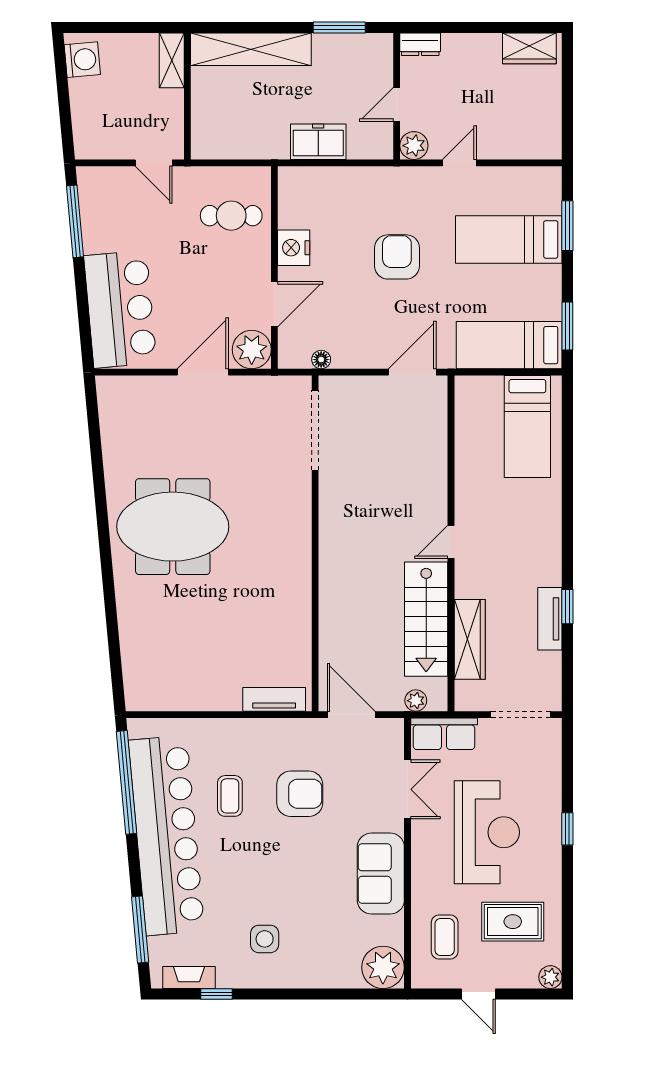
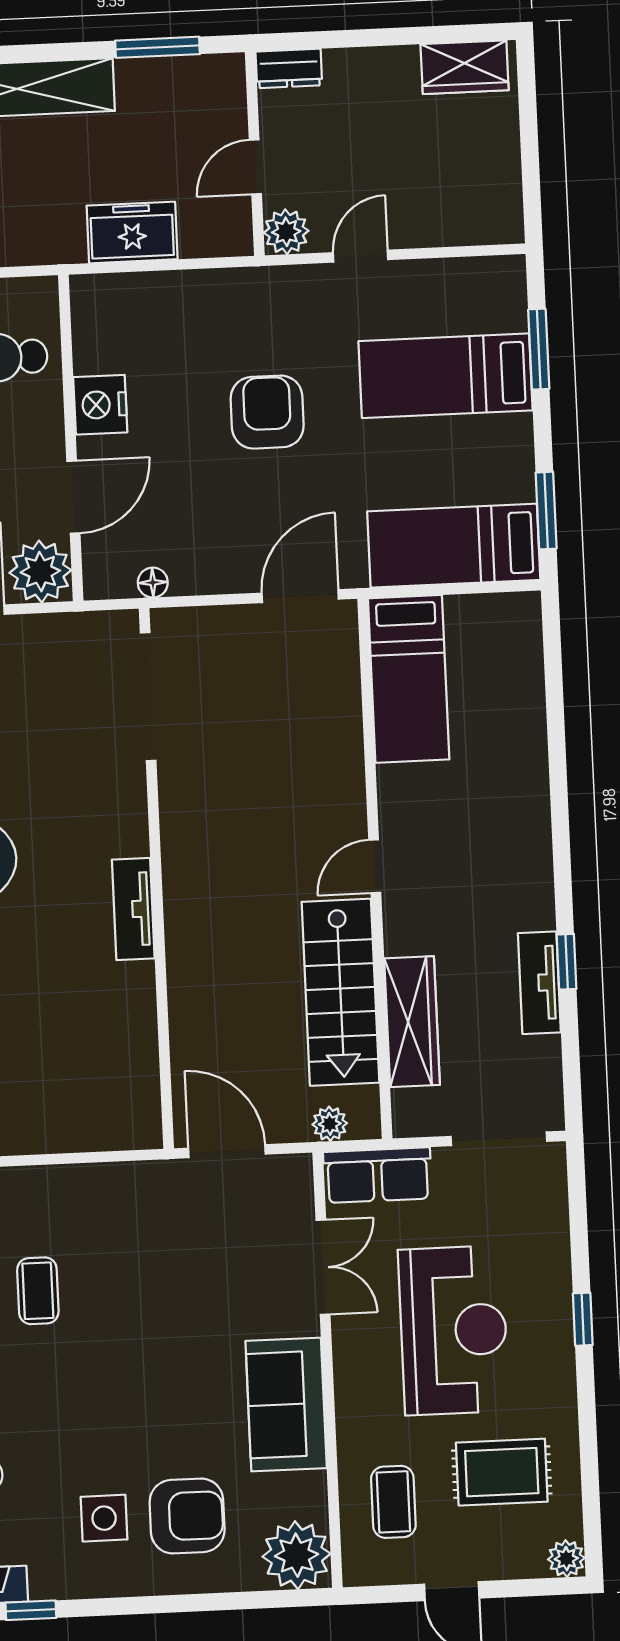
bed: (527, 427) -> (409, 679), moved
tv unit: (274, 699) -> (133, 909), moved, turned -90
armchair: (300, 794) -> (187, 1516), moved

